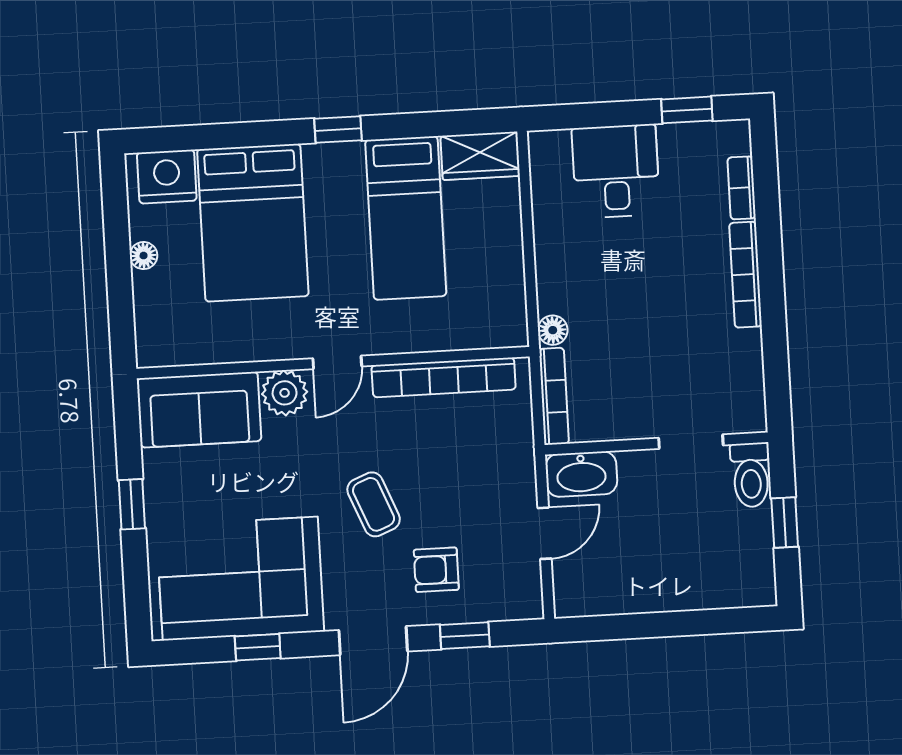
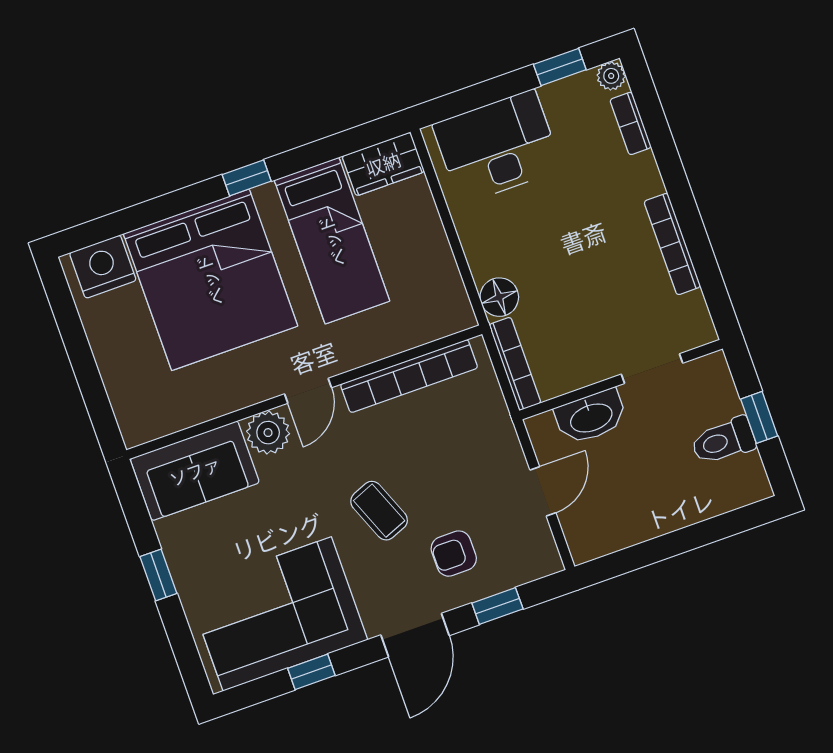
plant: (736, 134) -> (611, 76), added
desk: (616, 171) -> (497, 147), width x1.37
bed: (253, 223) -> (210, 280), width x1.36
floor lamp: (144, 256) -> (103, 345), removed
bookcase: (746, 275) -> (672, 244), moved
floor lamp: (553, 330) -> (499, 297), width x1.37, depth x1.37
washbasin: (581, 474) -> (591, 417), moved
toilet: (751, 475) -> (723, 441), moved, turned 90

